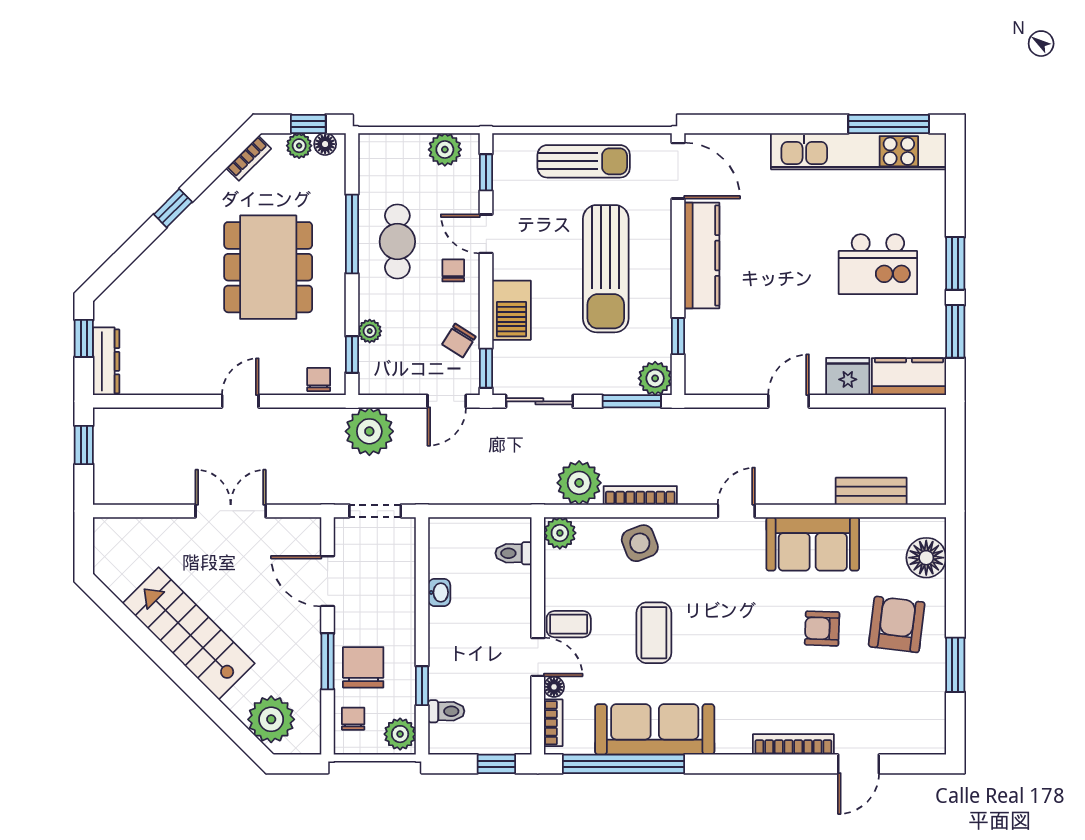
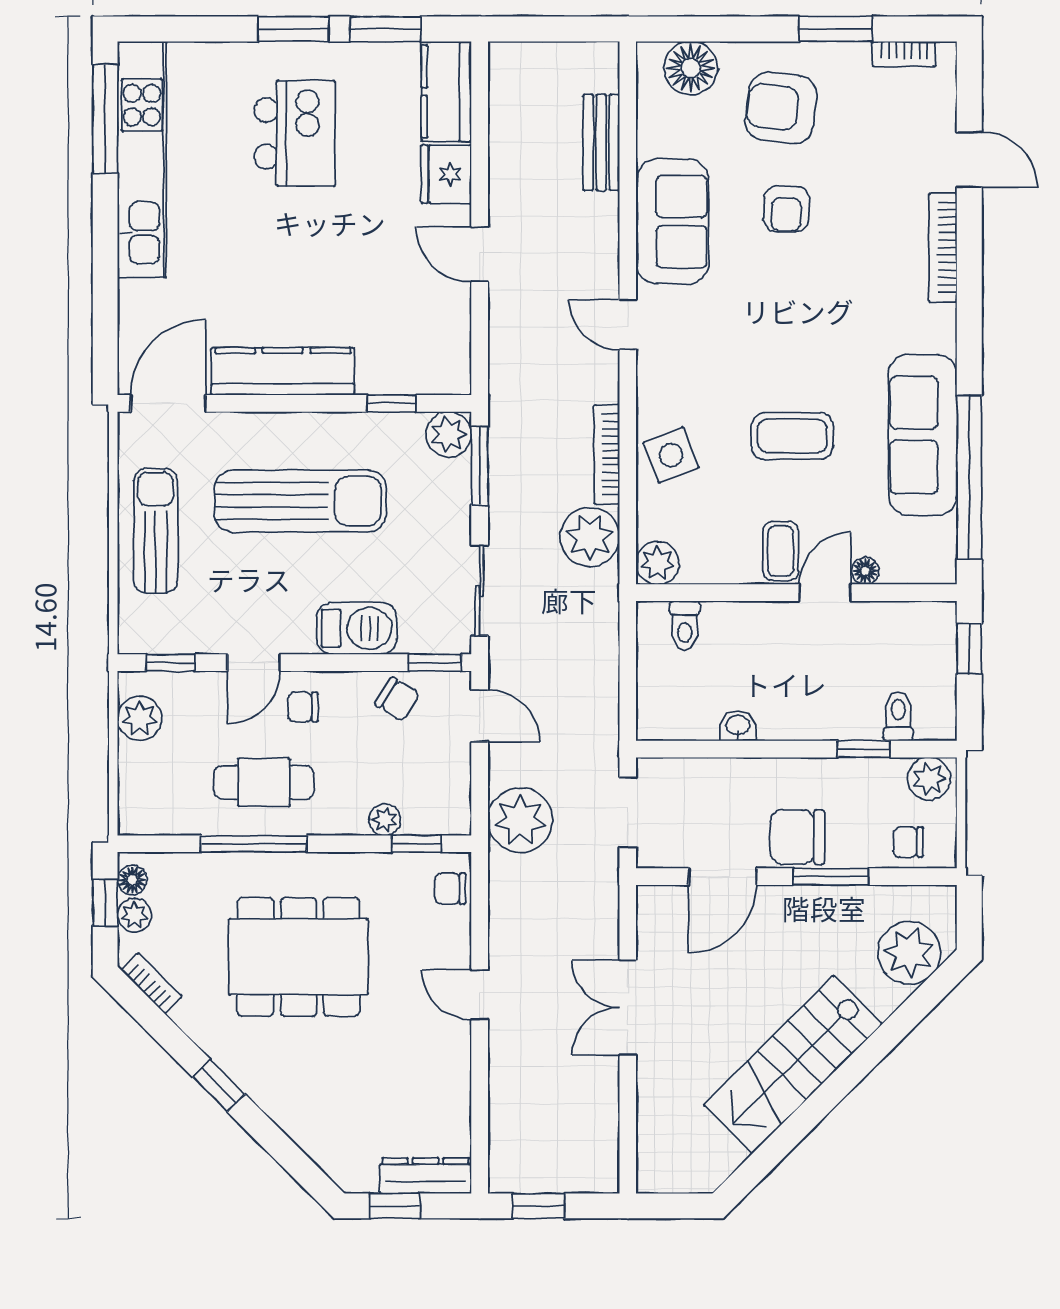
chair: (363, 667) -> (797, 837), moved
bookcase: (553, 723) -> (904, 54), moved, turned 180

